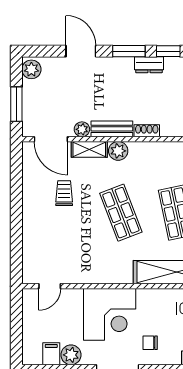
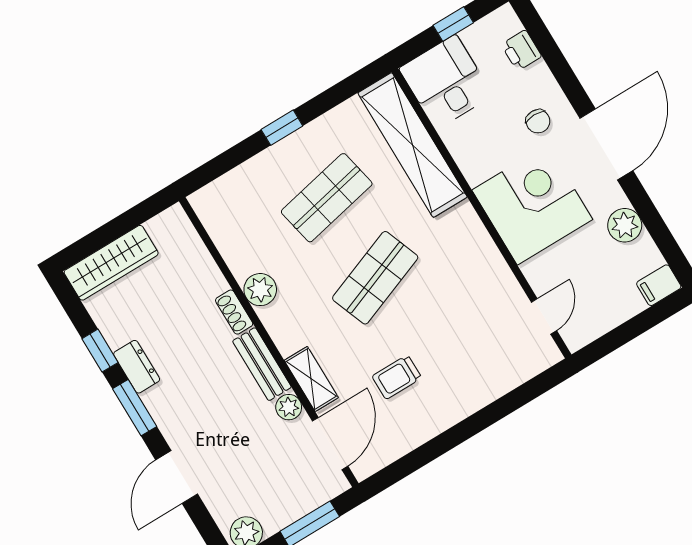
plant: (118, 151) -> (260, 290), moved
door: (50, 286) -> (544, 316), hinge flipped
filing cabinet: (51, 354) -> (659, 285), moved

